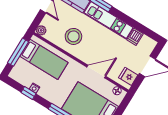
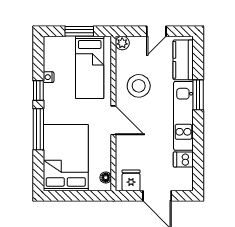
window: (18, 52) -> (79, 31), width x0.69
door: (96, 72) -> (113, 120), moved
window: (28, 93) -> (38, 91), moved

